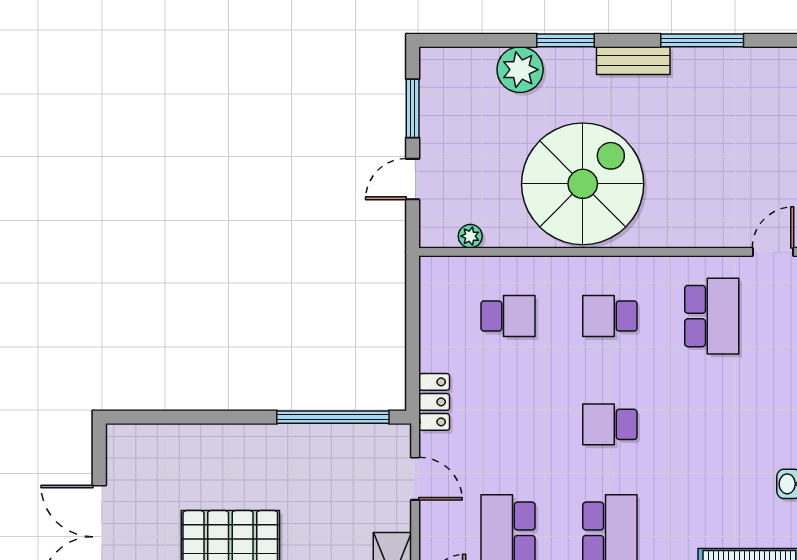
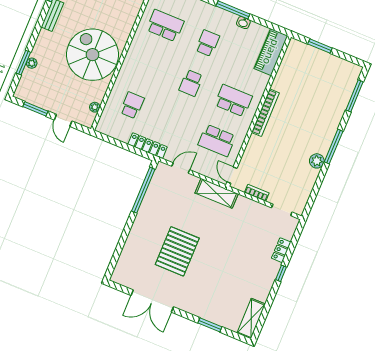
window: (565, 40) -> (23, 63), moved
plant: (520, 70) -> (32, 63), width x0.53, depth x0.53
school desk: (610, 316) -> (208, 43), moved, turned 180
locker: (434, 402) -> (148, 146), width x1.53

